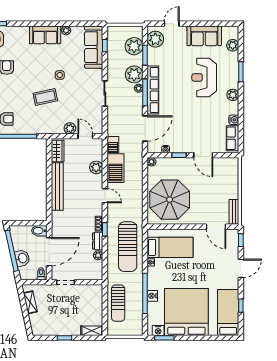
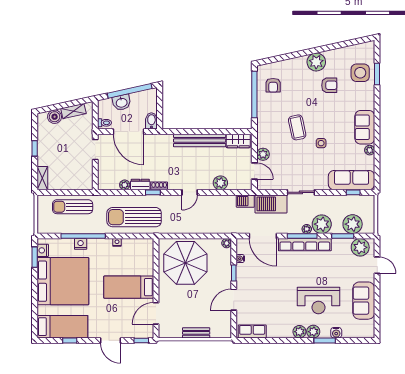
plant: (233, 45) -> (313, 332), moved
reception desk: (204, 77) -> (318, 301), turned 180
water cooler: (234, 120) -> (336, 333), moved
door: (85, 136) -> (254, 171), hinge flipped
barbecue: (115, 168) -> (271, 204), moved
bench: (234, 212) -> (196, 333), moved
bed: (170, 247) -> (129, 287), moved, turned 90
boiler: (35, 320) -> (55, 117), added

